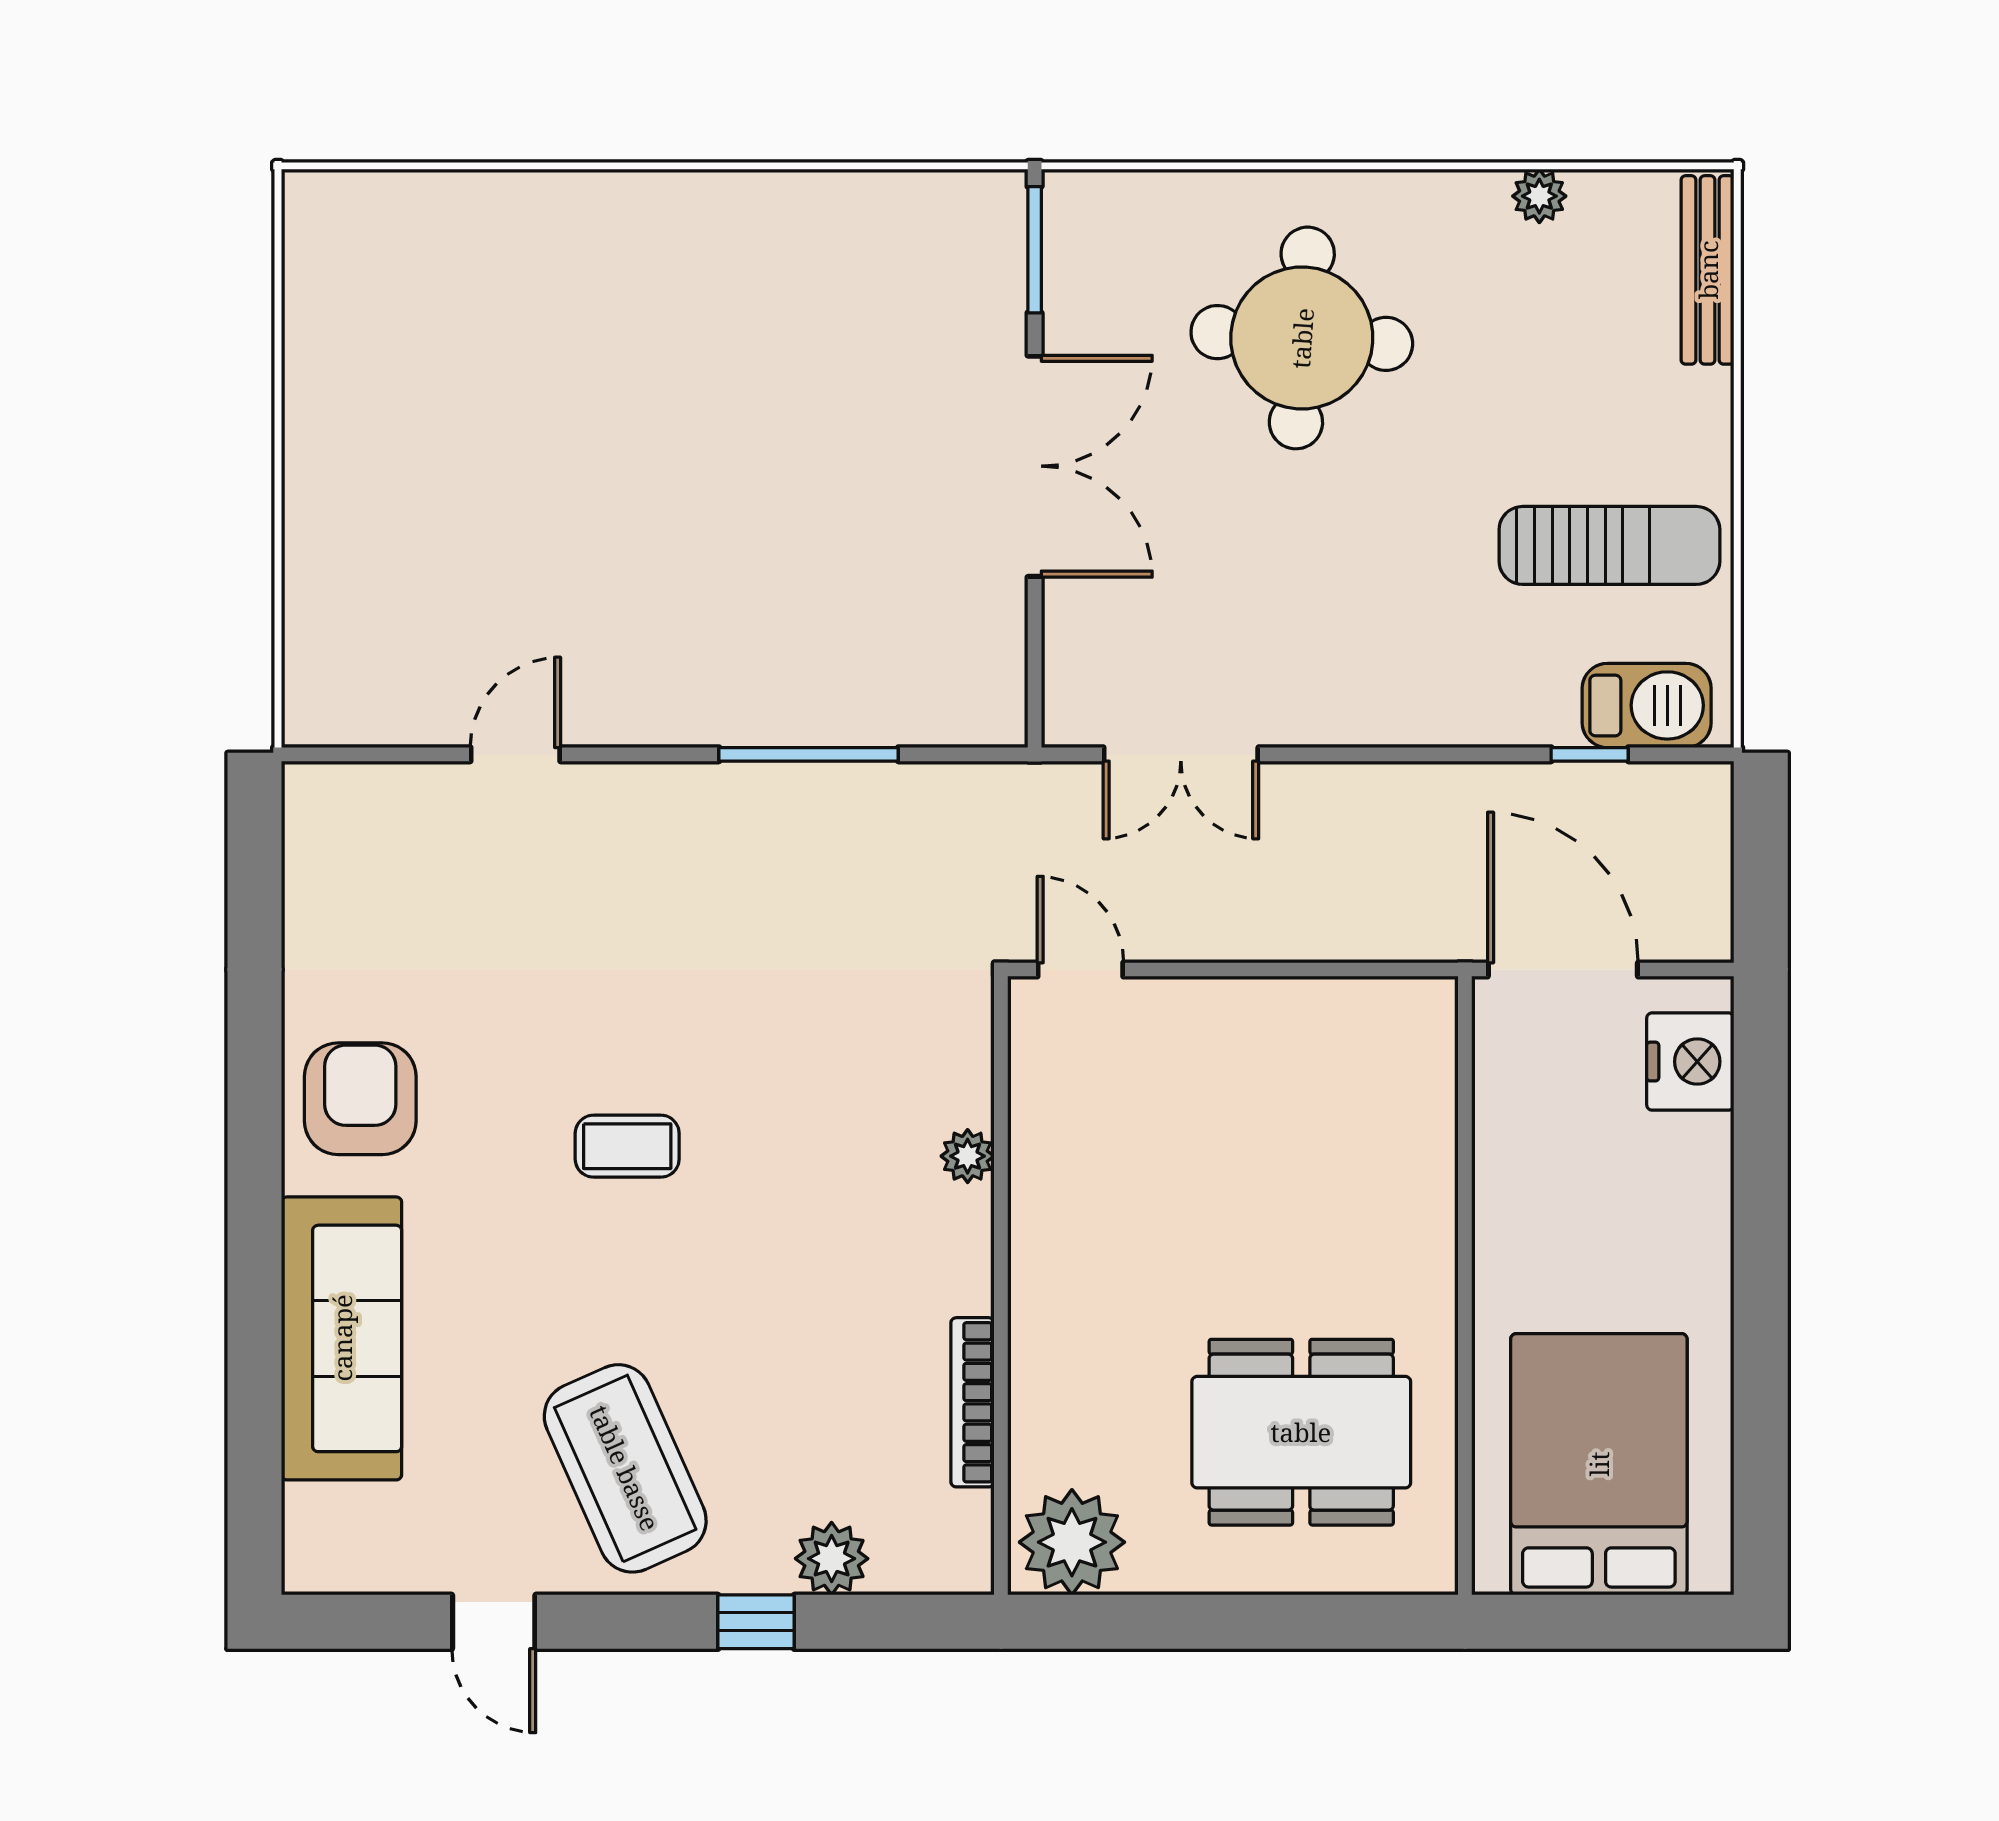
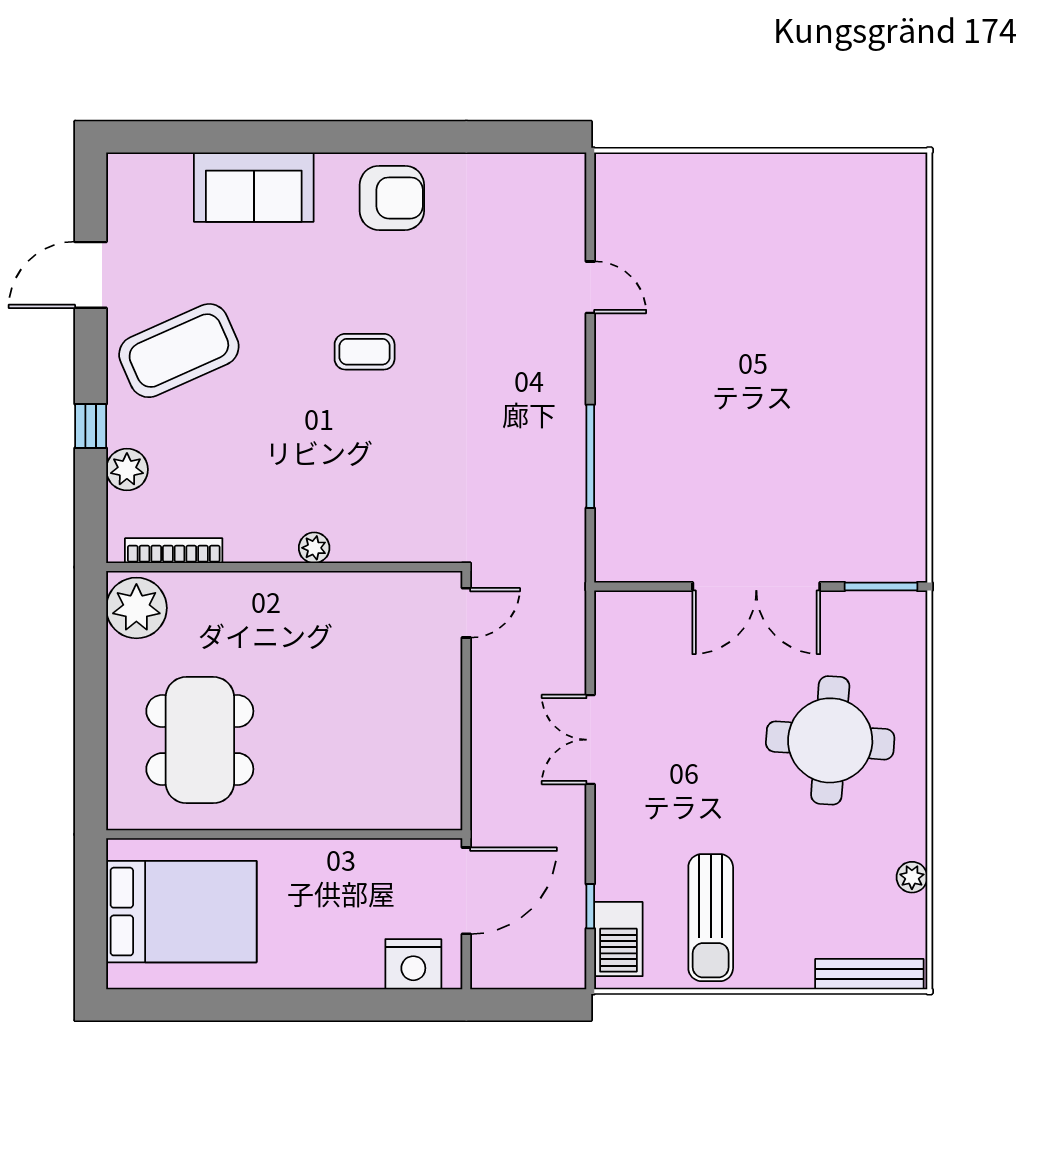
double door: (1181, 754) -> (590, 740), moved
coffee table: (627, 1146) -> (365, 352), turned 90
plant: (968, 1156) -> (314, 548), moved
sofa: (342, 1338) -> (254, 187), width x0.73
bookcase: (973, 1402) -> (174, 551), moved
door: (494, 1622) -> (91, 275), width x1.37

